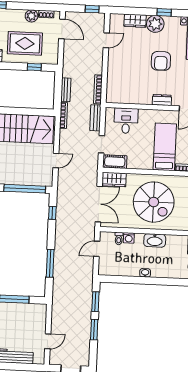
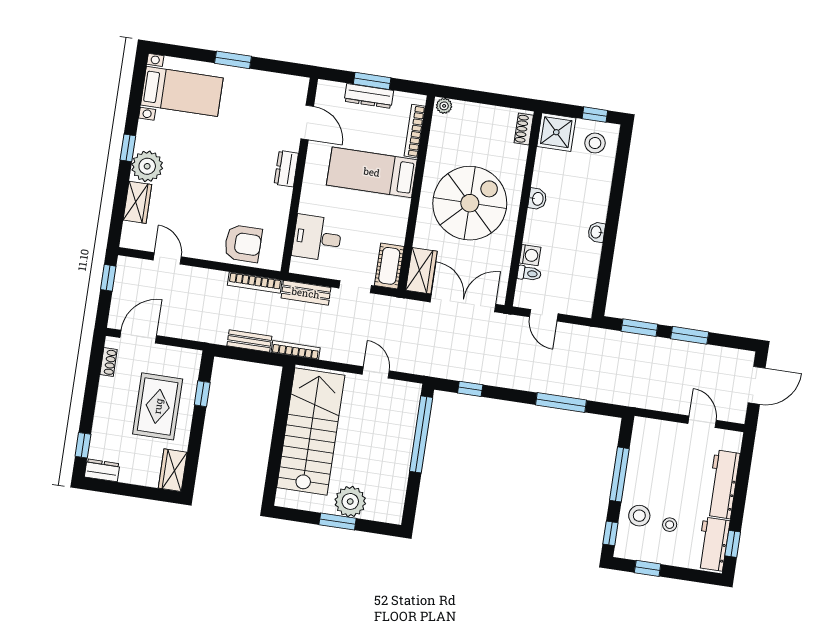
plant: (31, 16) -> (109, 389), removed
armchair: (161, 61) -> (243, 244), moved
washbasin: (155, 240) -> (537, 199), width x0.52, depth x0.69

